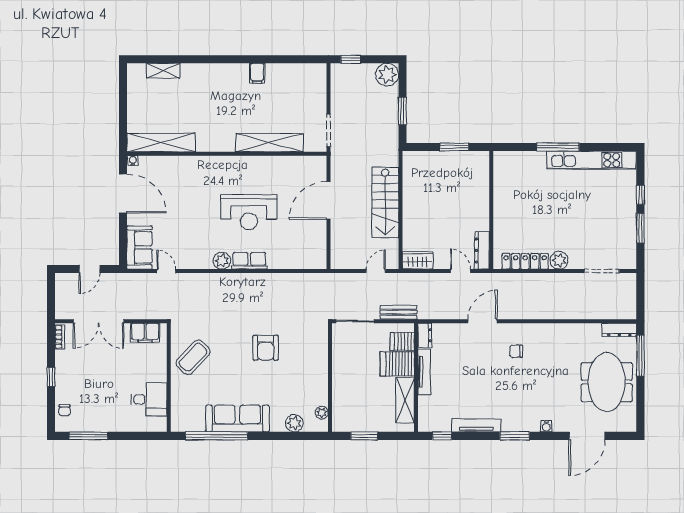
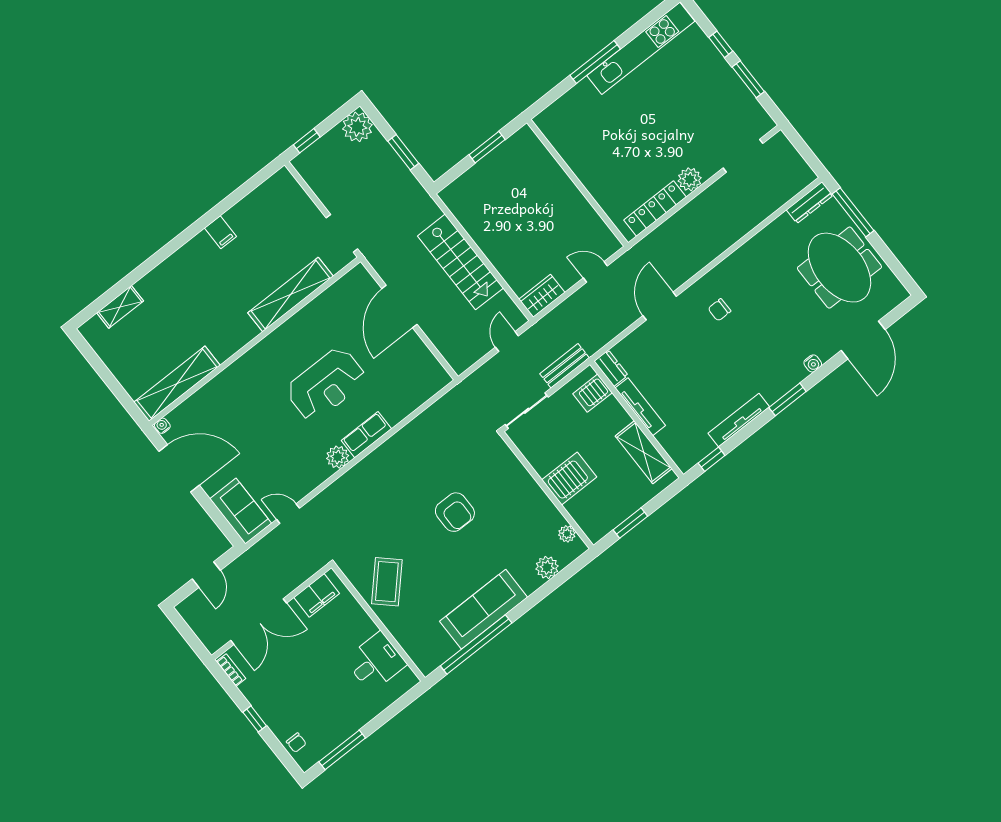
dresser: (482, 250) -> (601, 233), removed
server rack: (397, 364) -> (569, 478), moved, turned 180

